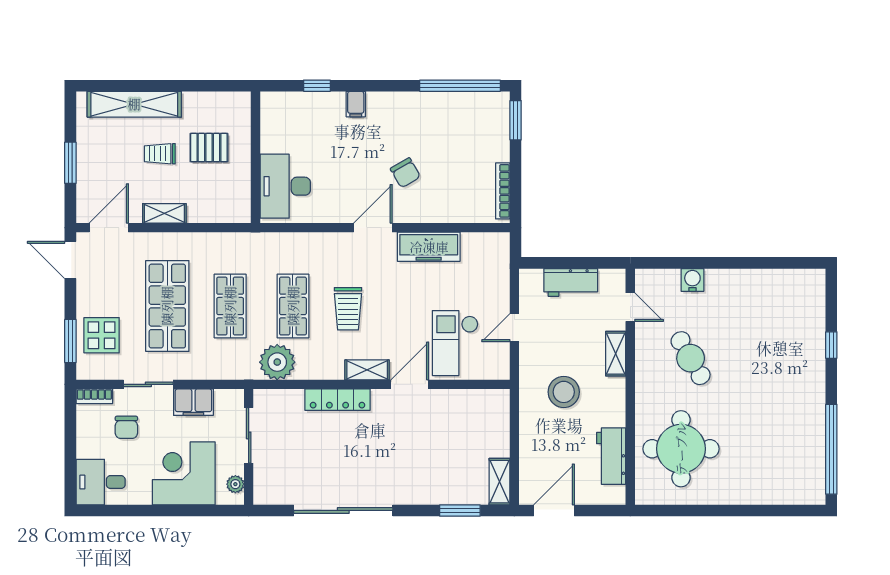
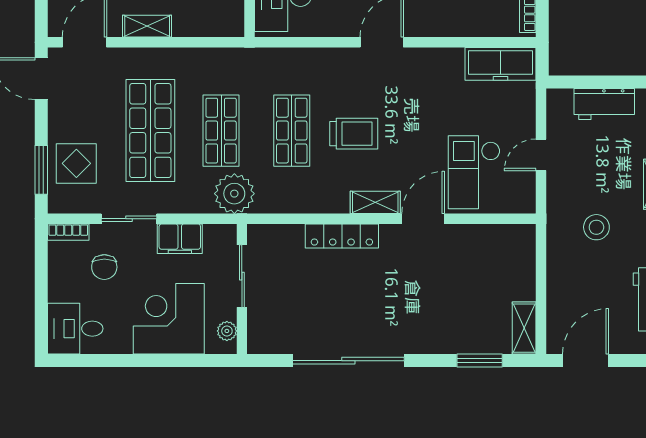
freezer: (429, 247) -> (501, 64), moved
trolley: (348, 309) -> (354, 134), turned -90
plant: (277, 362) -> (234, 194), moved
stool: (564, 392) -> (596, 227), width x0.73, depth x0.73

